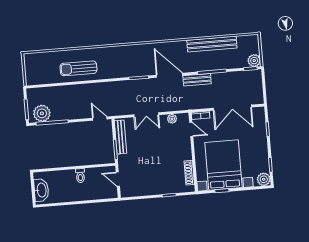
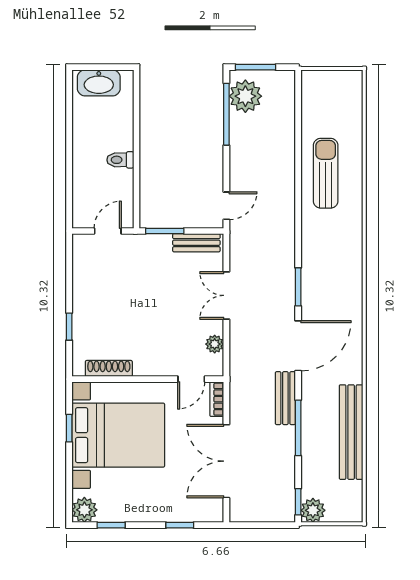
bench: (120, 137) -> (196, 243), width x0.73

